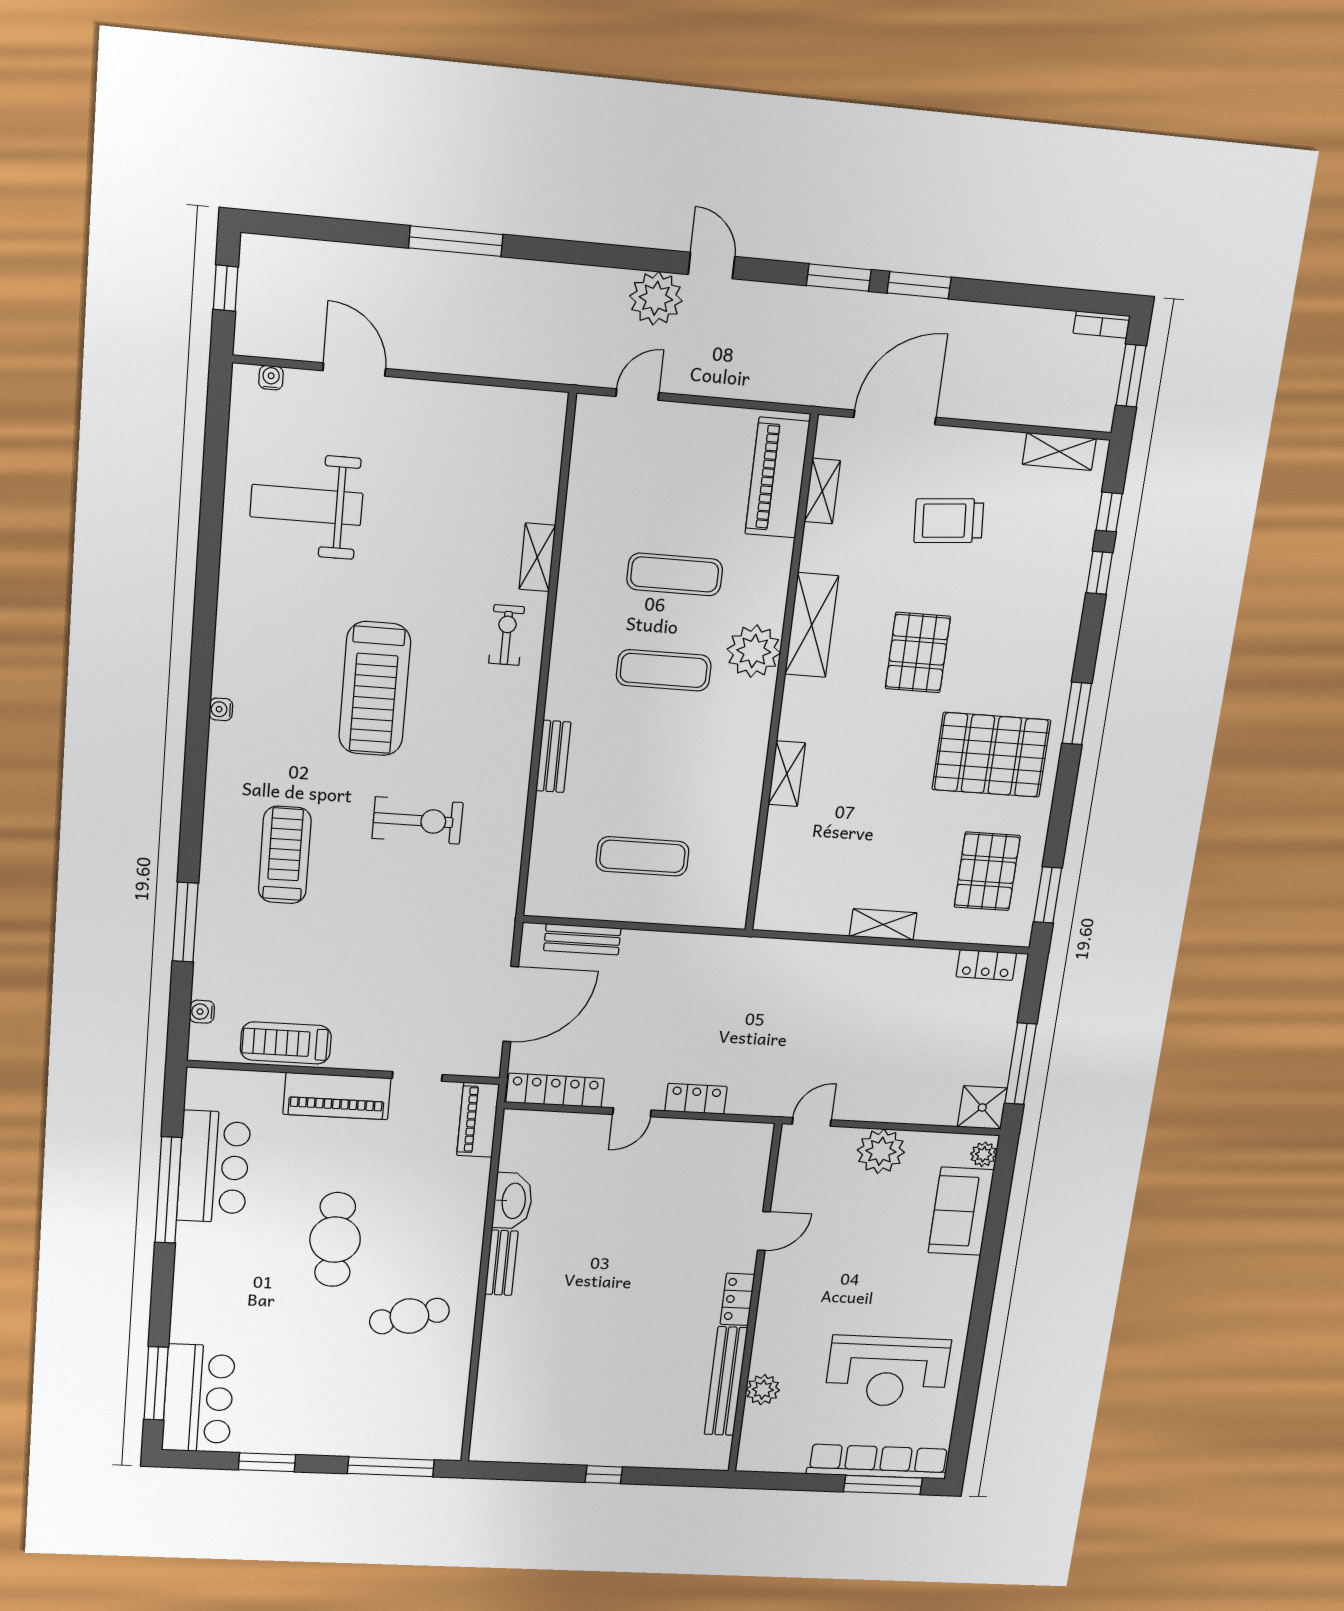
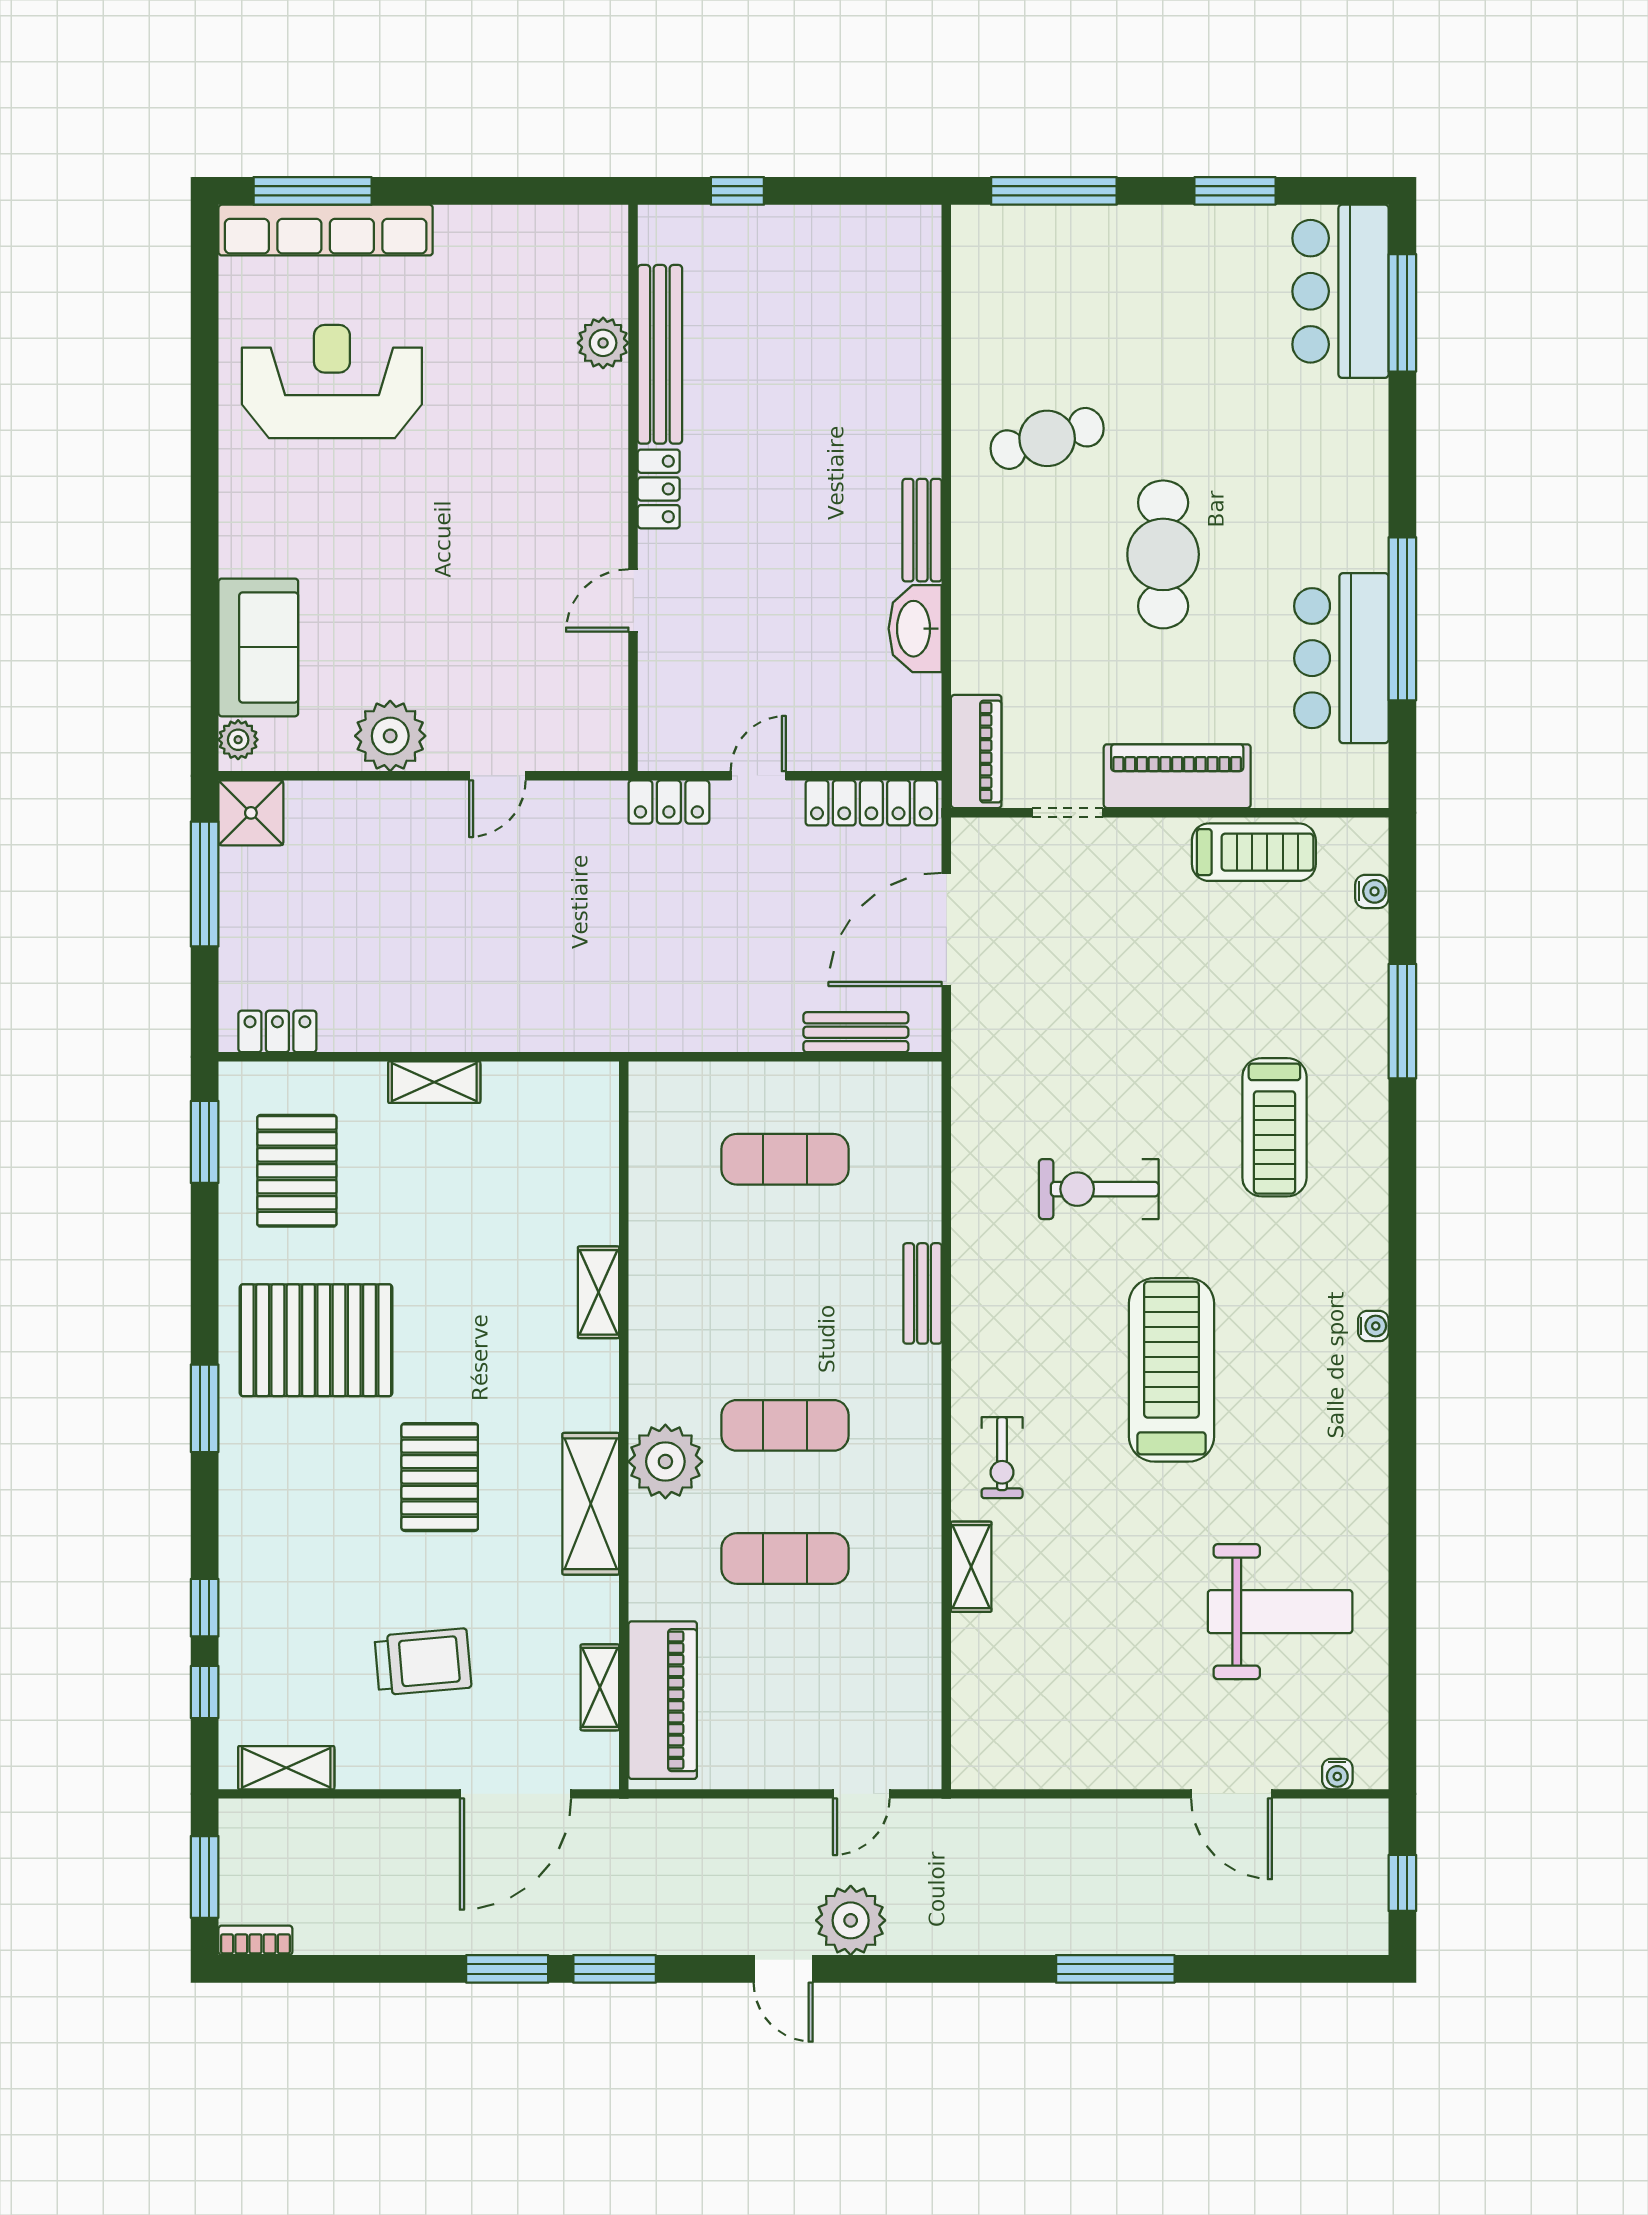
door: (764, 1231) -> (633, 601), moved
locker: (737, 1299) -> (659, 489), moved
wall: (755, 1301) -> (633, 488), moved
bench: (726, 1381) -> (660, 354), moved
plant: (763, 1390) -> (603, 343), moved

